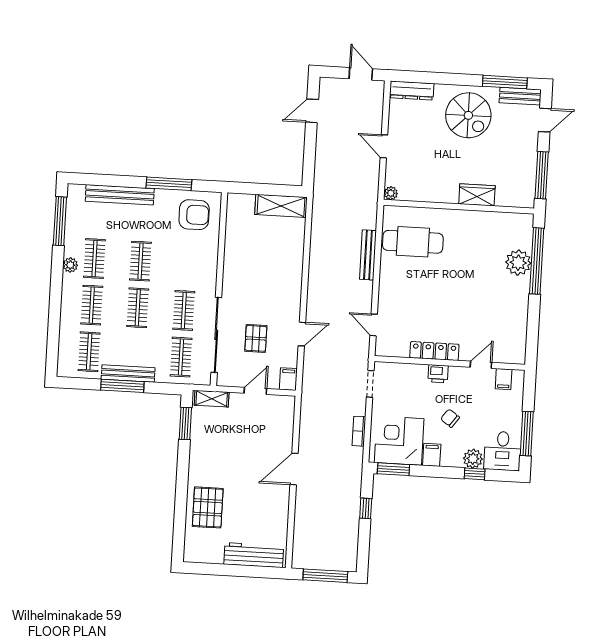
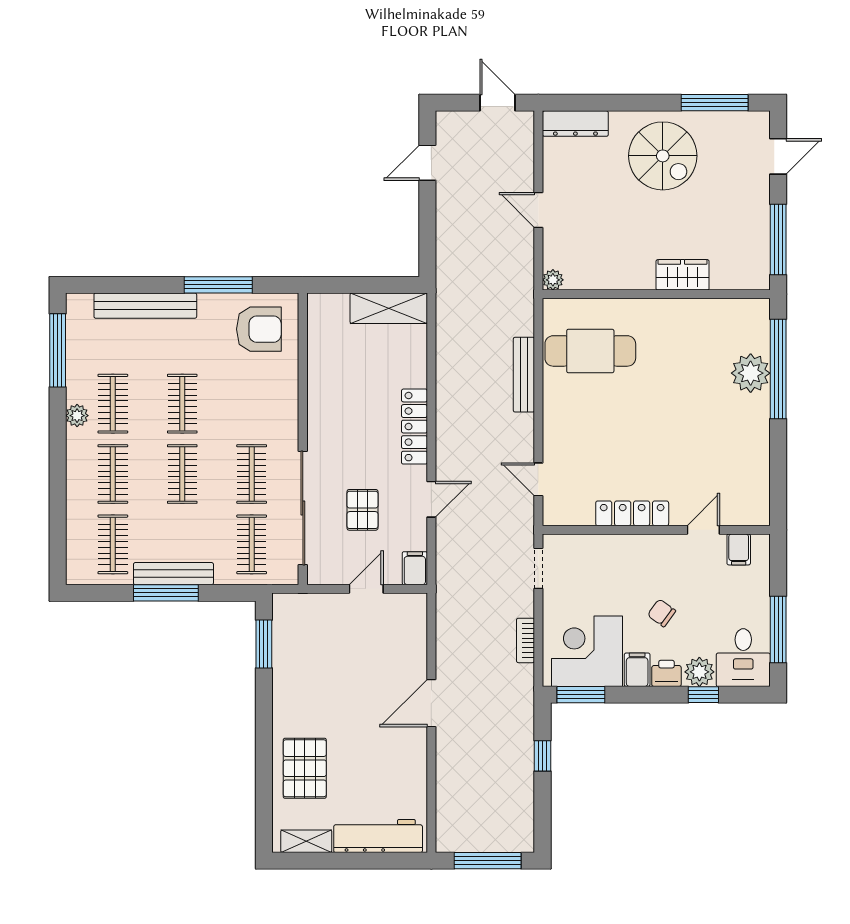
bench: (520, 96) -> (739, 123), removed
locker: (293, 285) -> (414, 427), added
printer: (438, 374) -> (666, 673), moved, turned 180
shelving: (212, 399) -> (306, 841), moved

